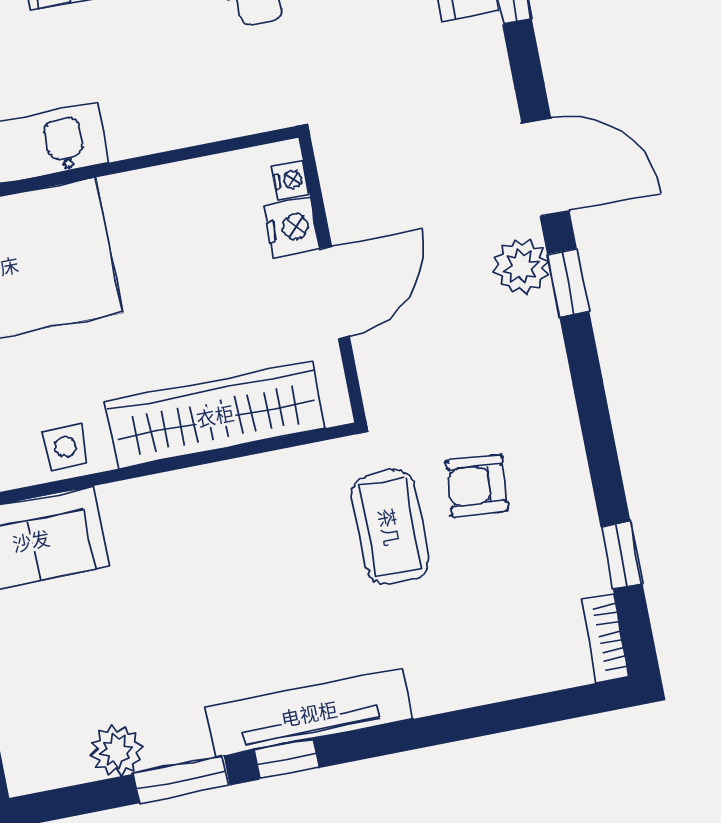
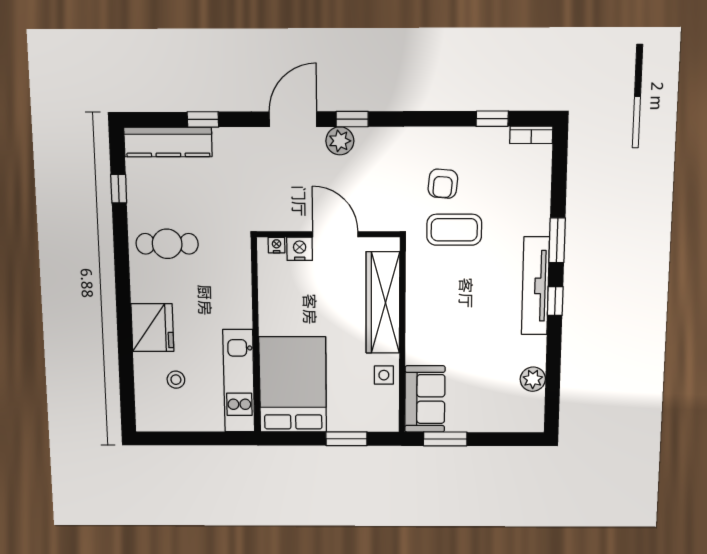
window: (182, 780) -> (557, 240), moved

